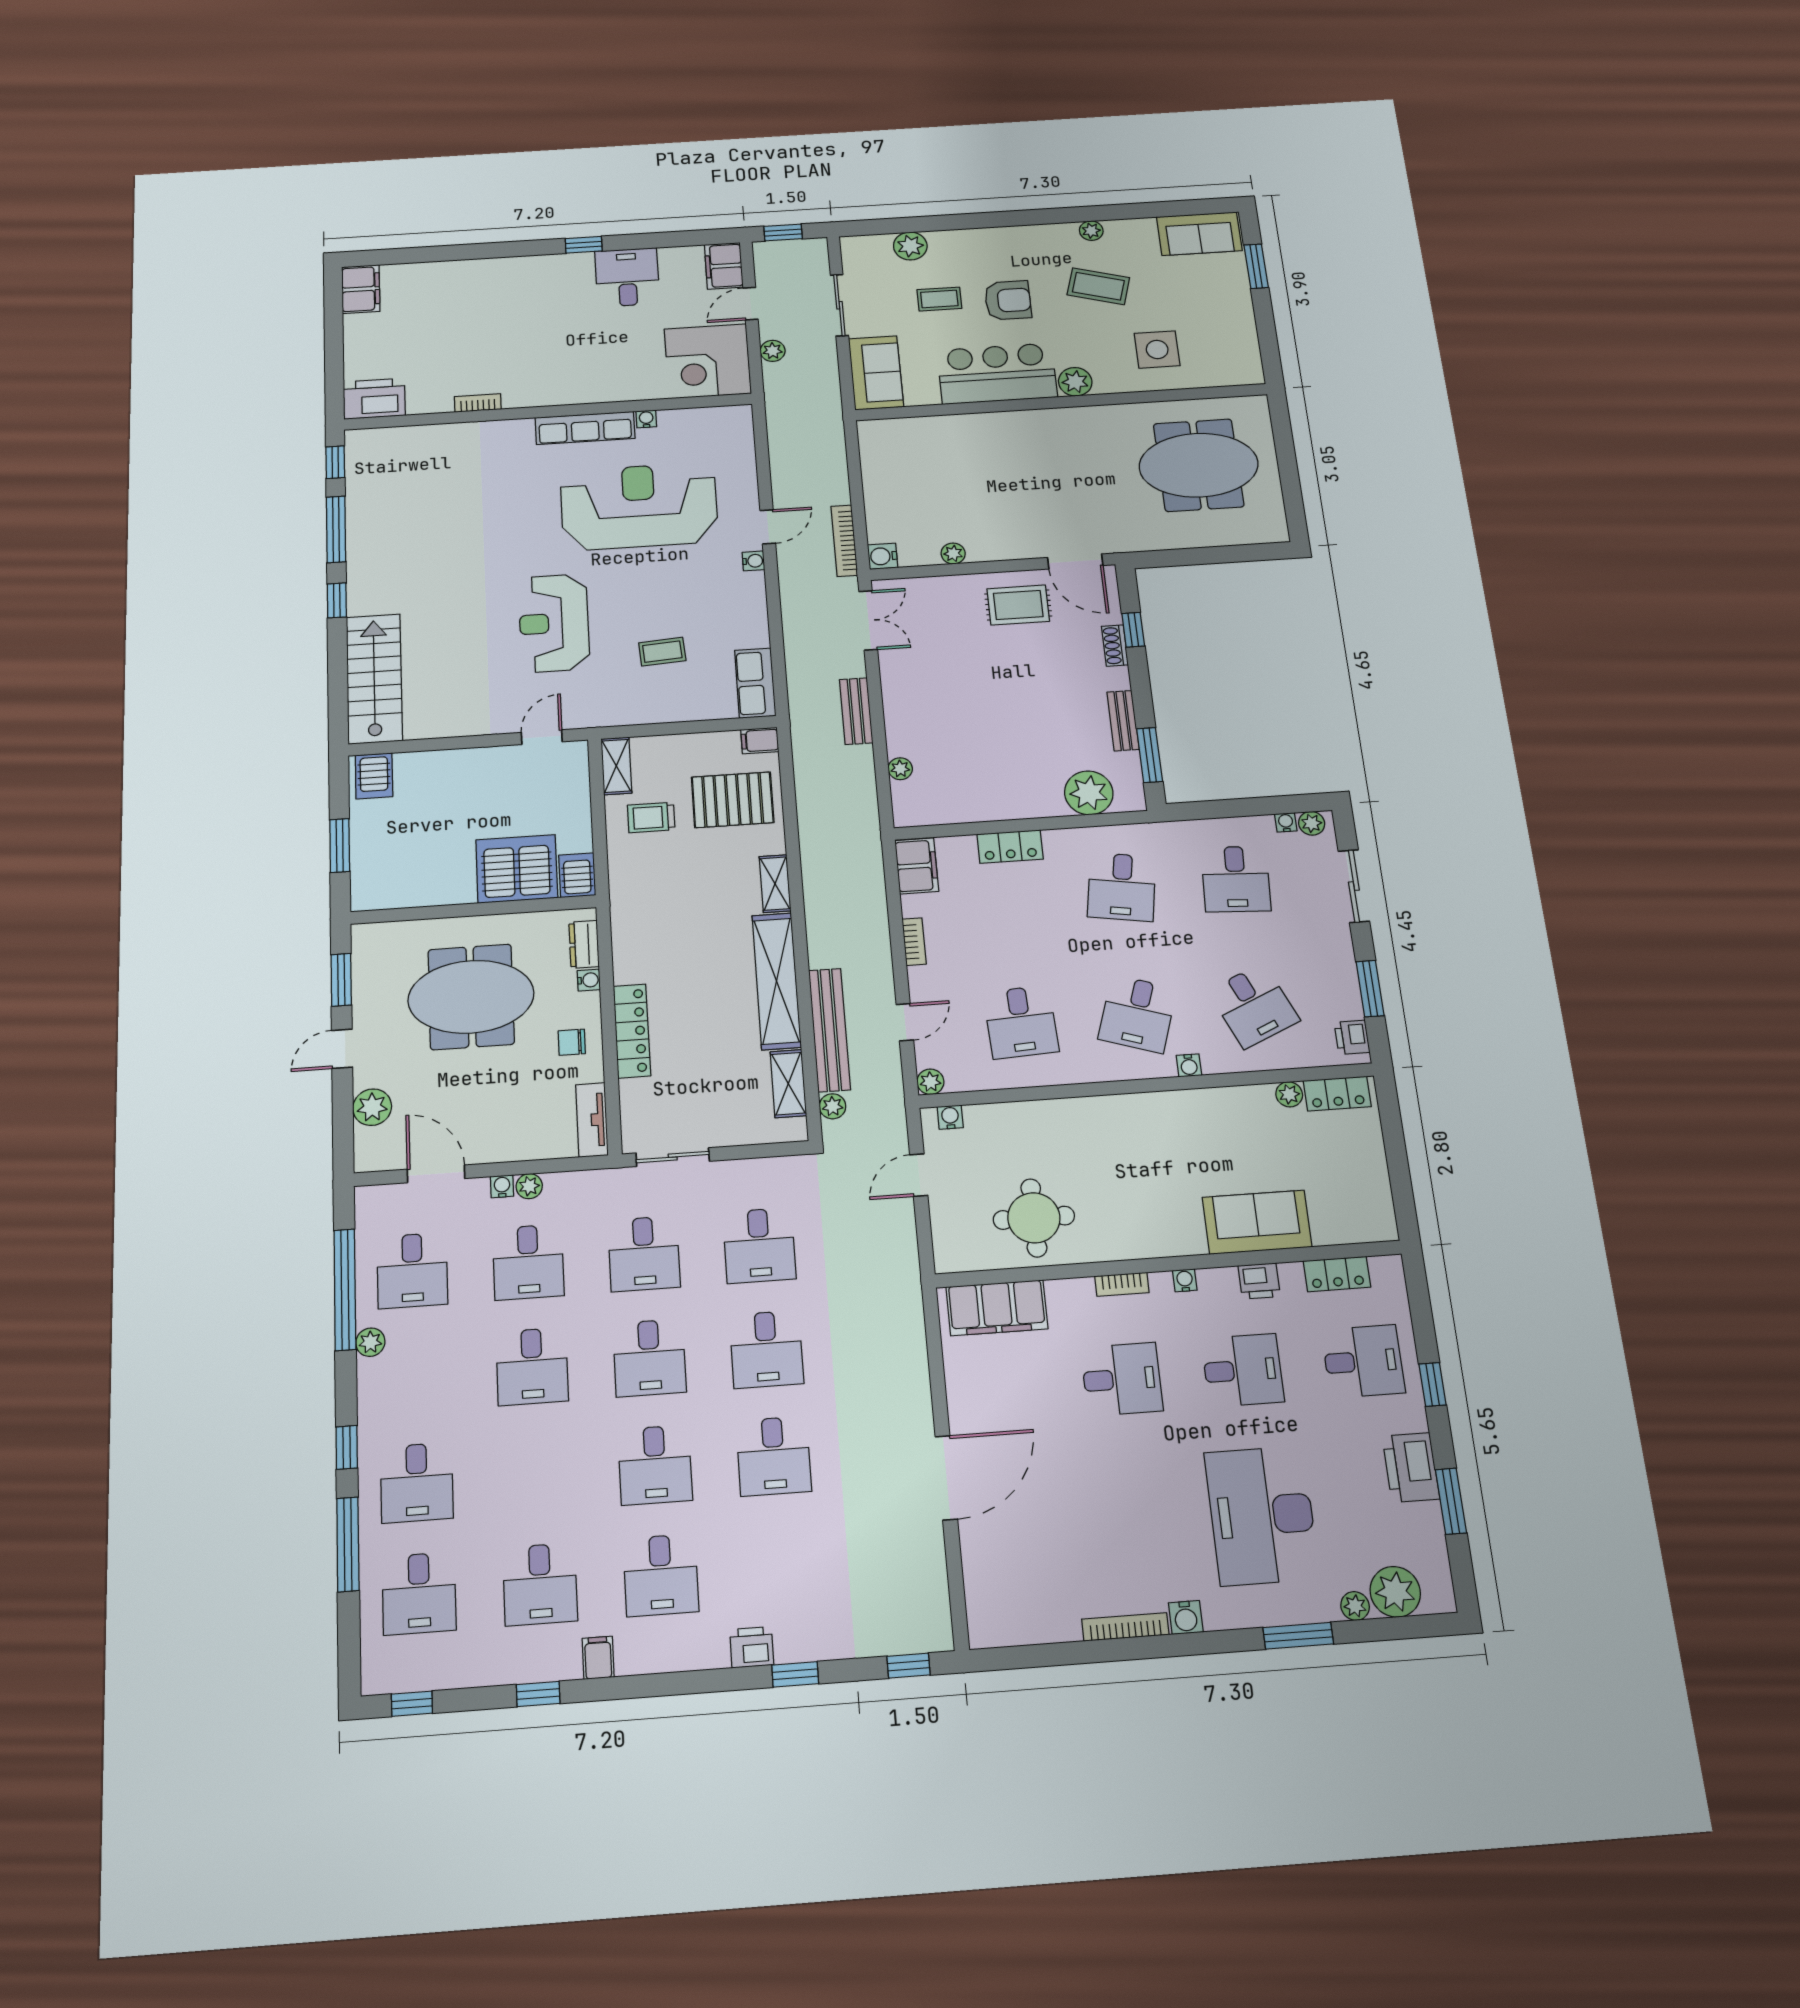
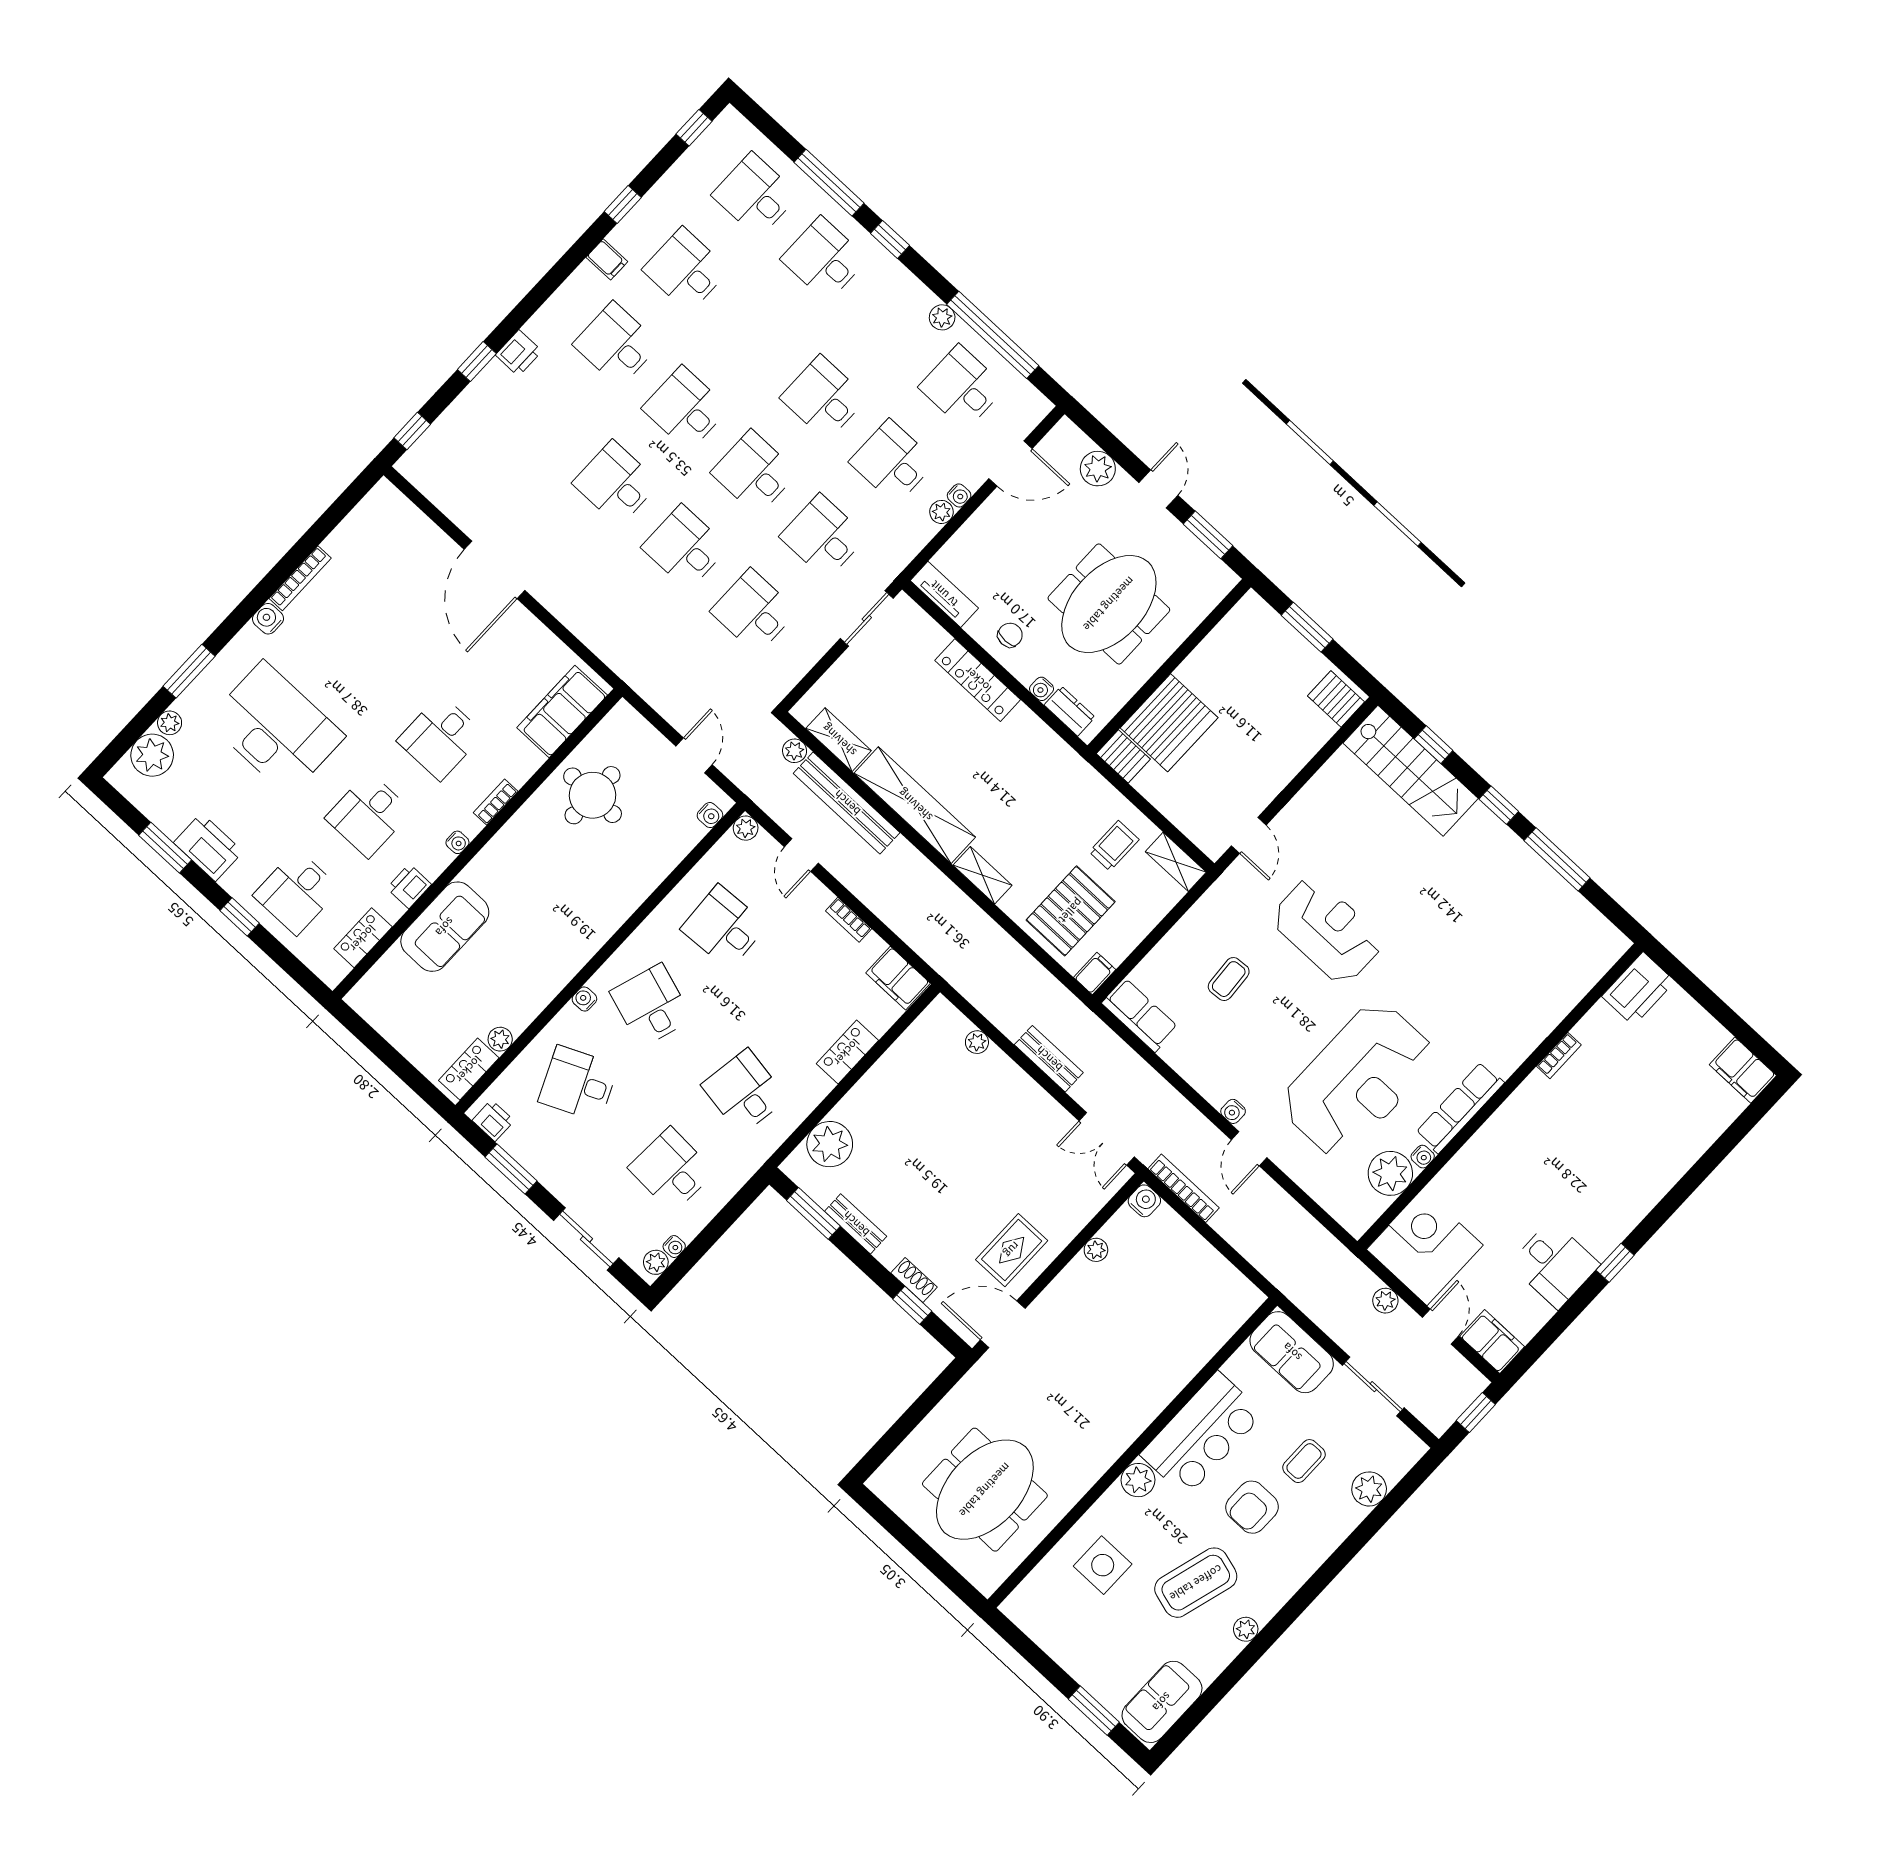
coffee table: (1098, 286) -> (1196, 1583), width x1.36, depth x1.32
plant: (681, 427) -> (1390, 1173), added
window: (335, 462) -> (1434, 745), moved

